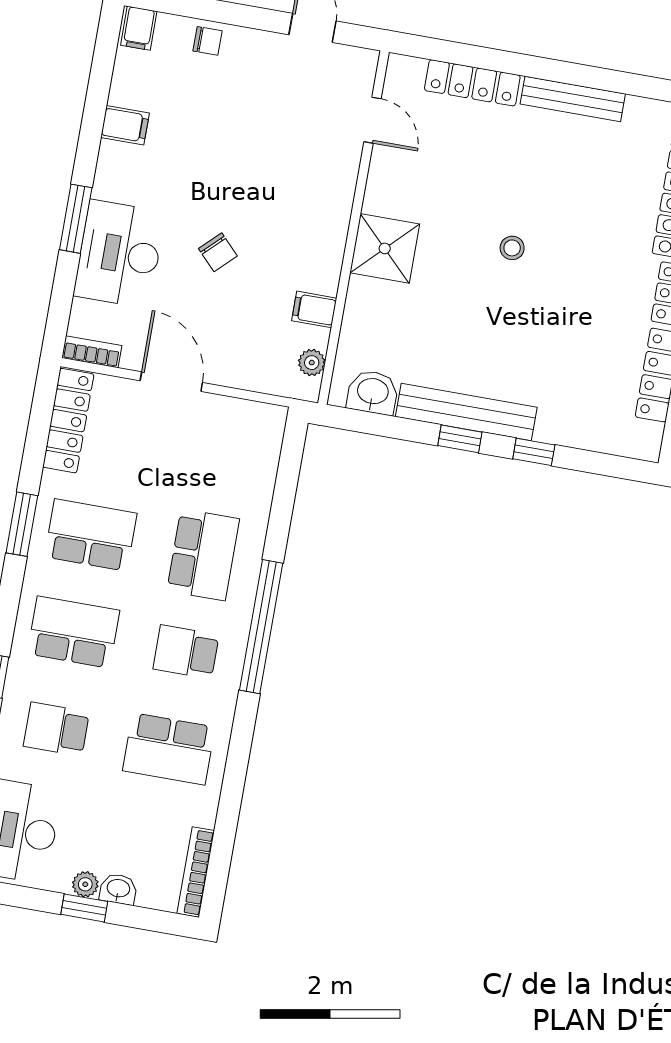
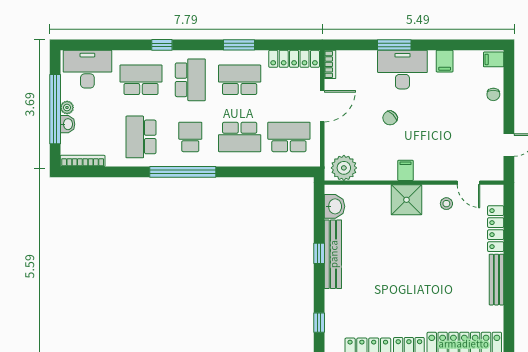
door: (372, 120) -> (469, 183), hinge flipped
stool: (512, 248) -> (446, 204), moved
desk: (120, 254) -> (402, 70), moved
filing cabinet: (314, 309) -> (405, 170), moved
plant: (312, 363) -> (344, 168), width x1.88, depth x1.88
window: (534, 452) -> (319, 323), moved
school desk: (220, 458) -> (289, 137), added
school desk: (91, 535) -> (240, 80), turned -90
window: (261, 627) -> (183, 172), moved
school desk: (56, 729) -> (141, 80), width x1.85
window: (84, 908) -> (55, 109), width x3.17

